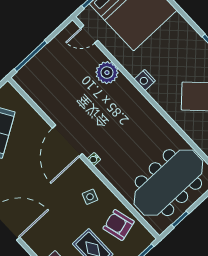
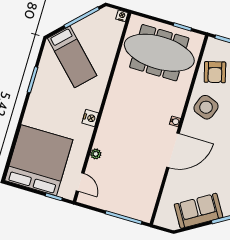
plant: (107, 73) -> (96, 154), width x0.53, depth x0.53
side table: (90, 197) -> (206, 107), width x1.87, depth x1.87

